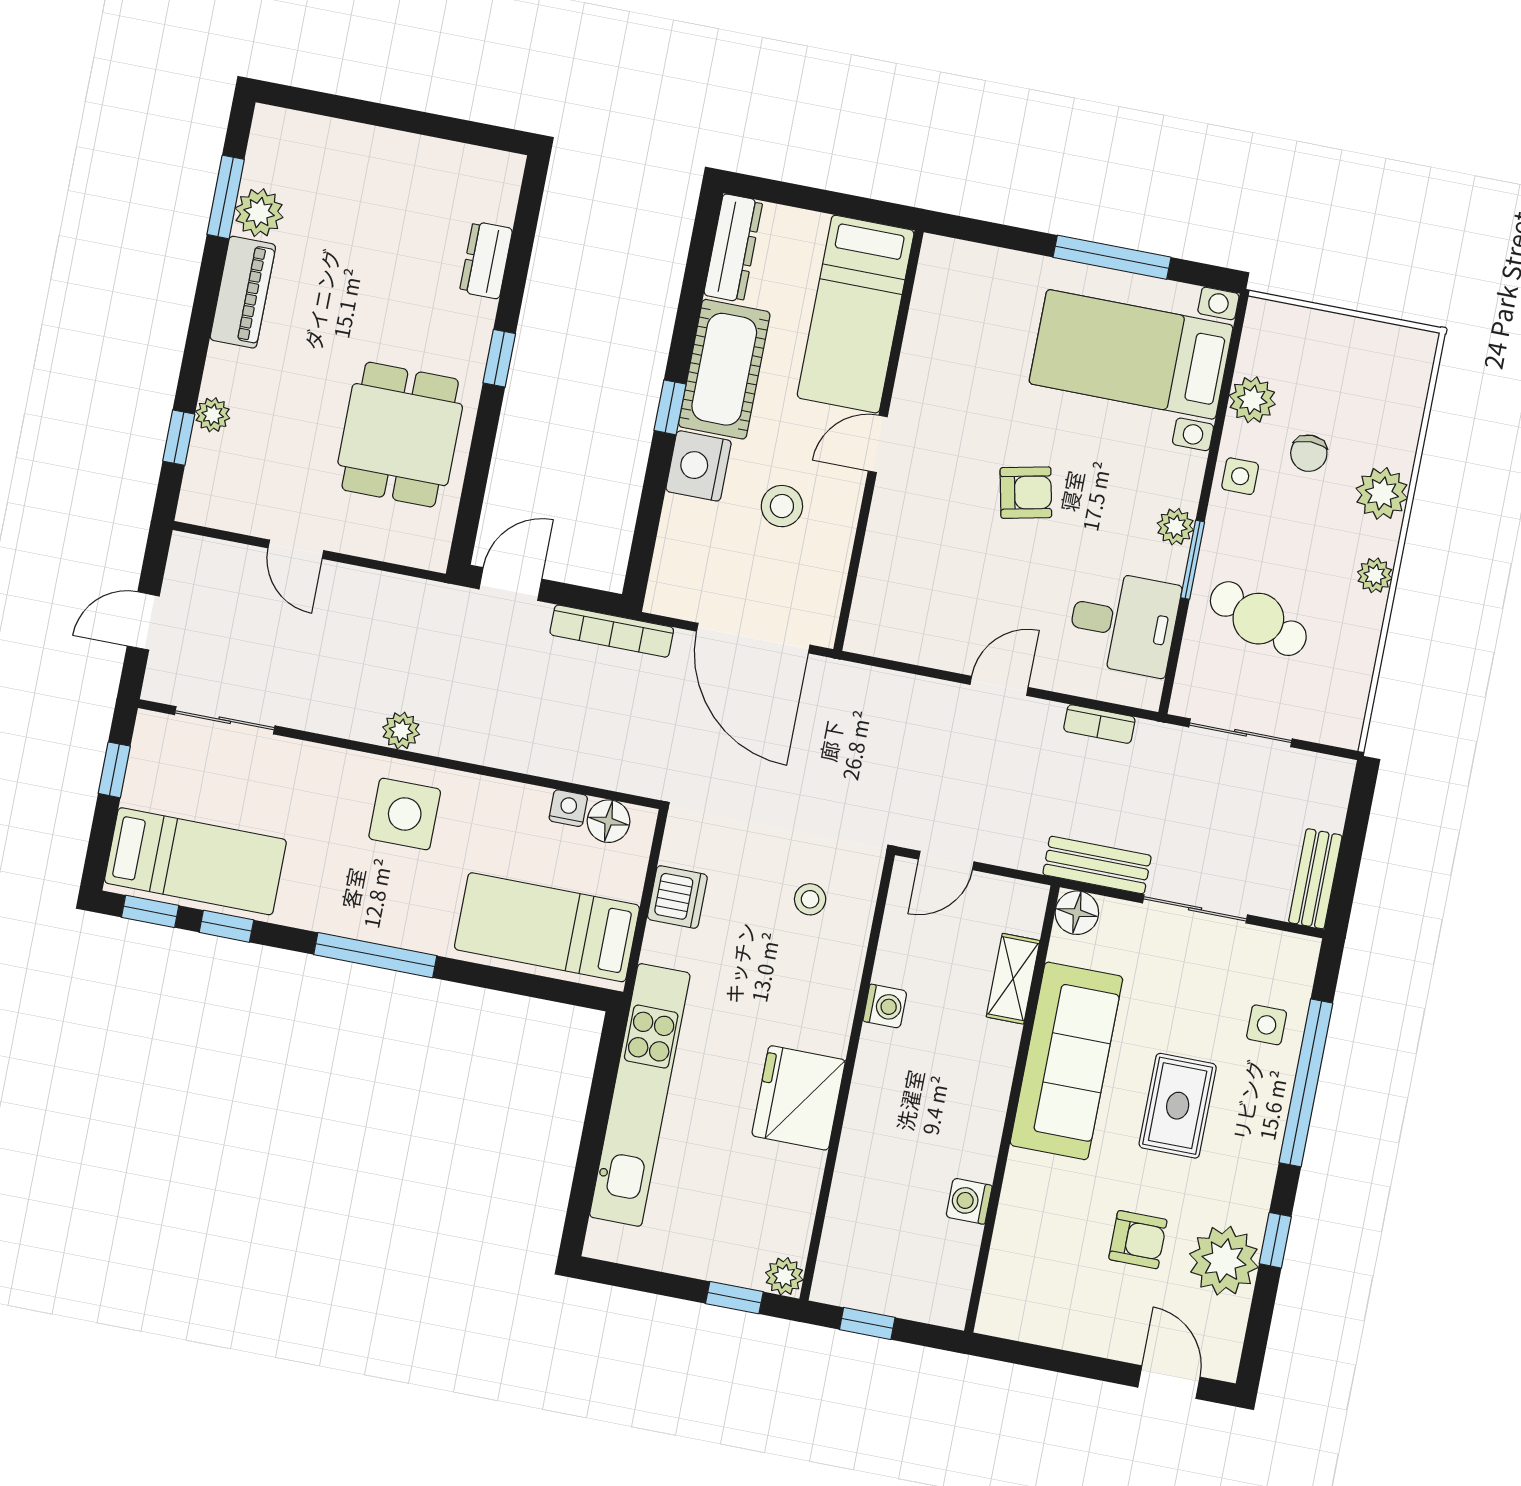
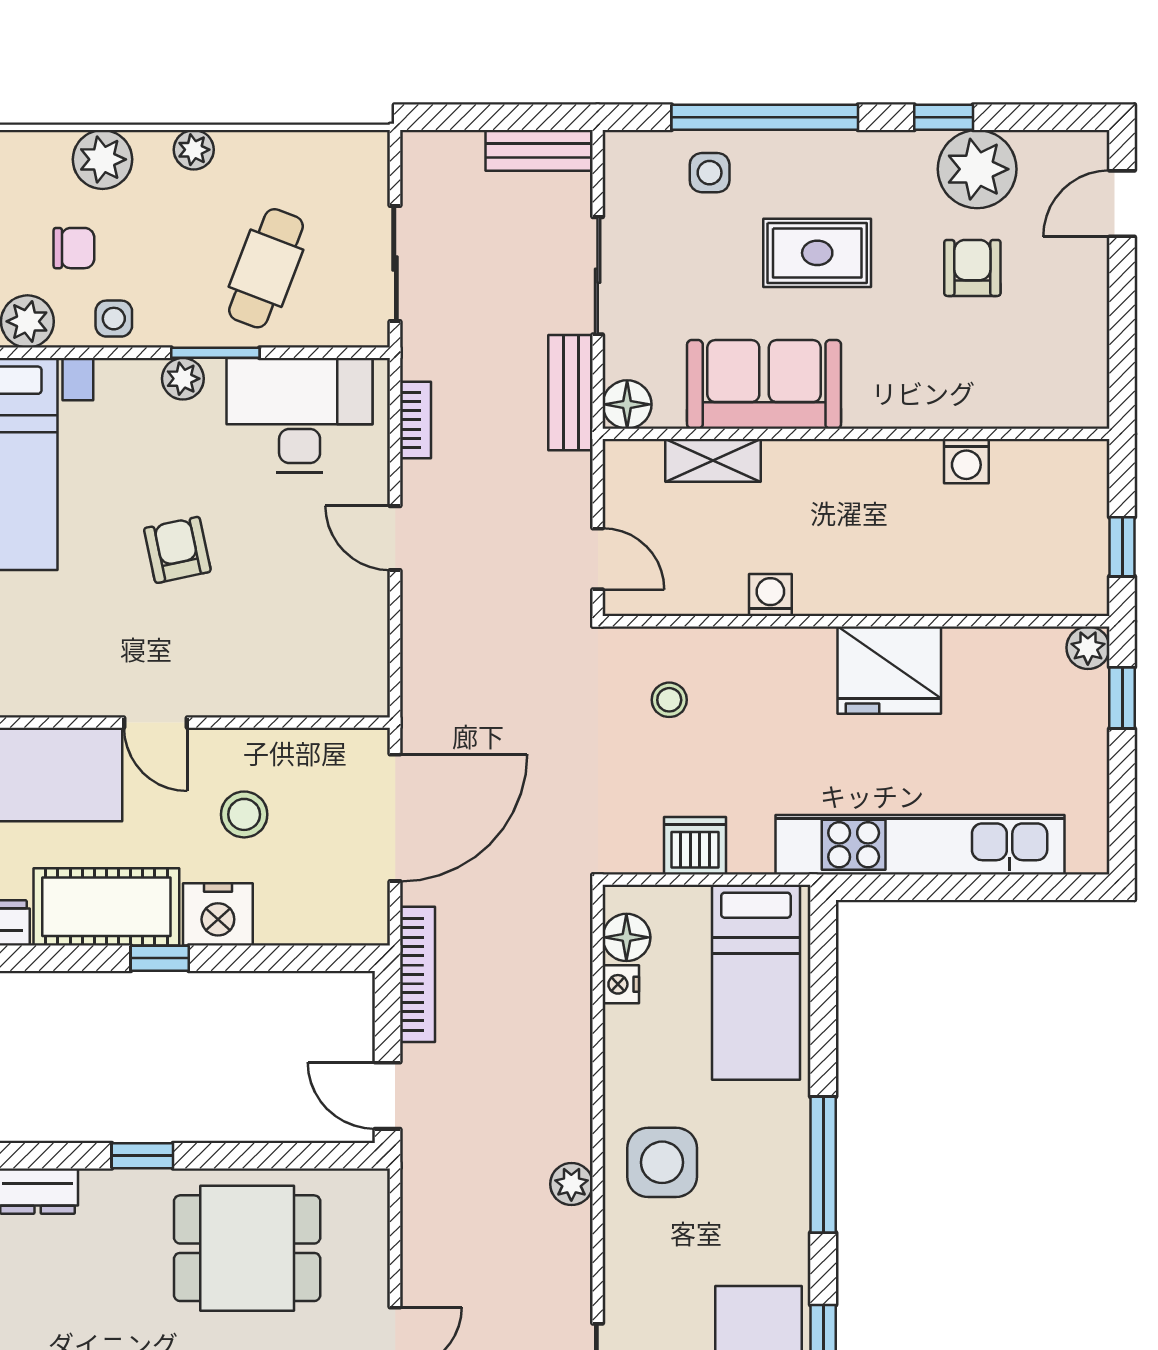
desk: (1123, 623) -> (300, 415), width x1.37
sofa: (1066, 1061) -> (764, 384), width x0.73

